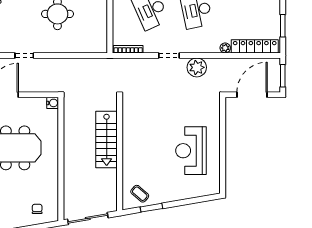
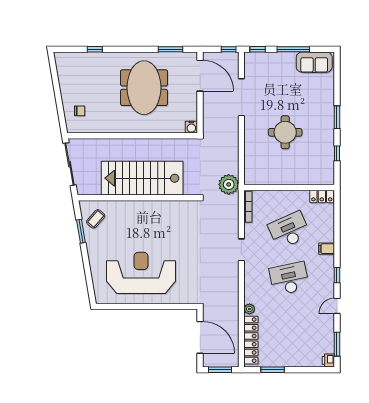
doorway: (24, 55) -> (241, 97), width x1.87
plant: (197, 67) -> (229, 184), moved
stairs: (107, 139) -> (142, 178), width x1.36, depth x1.51
reception desk: (191, 151) -> (141, 273), width x1.36, depth x1.30

